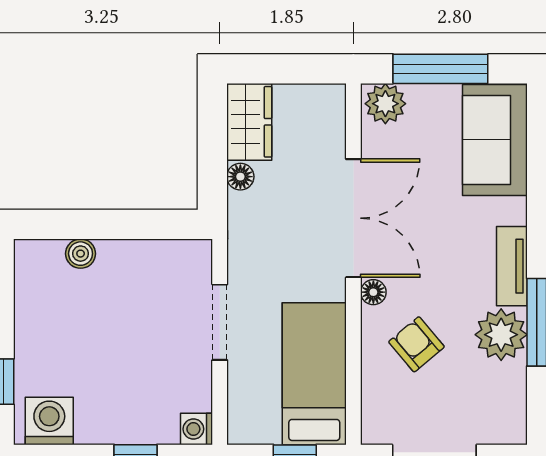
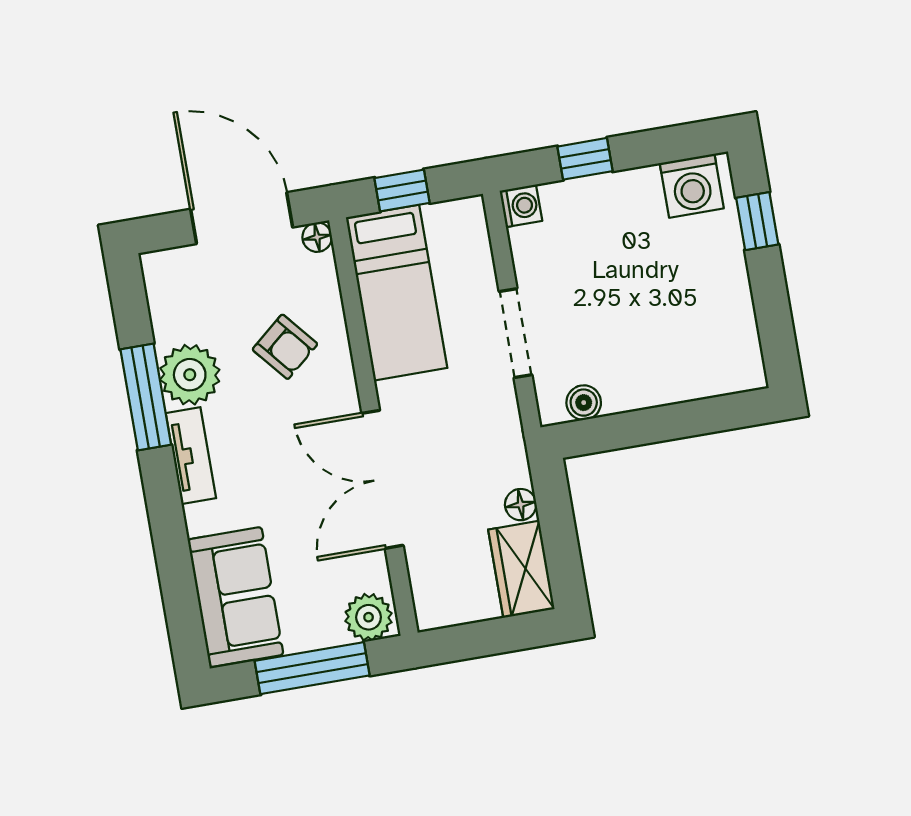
boiler: (81, 254) -> (584, 403), moved
floor lamp: (373, 292) -> (317, 237), moved

